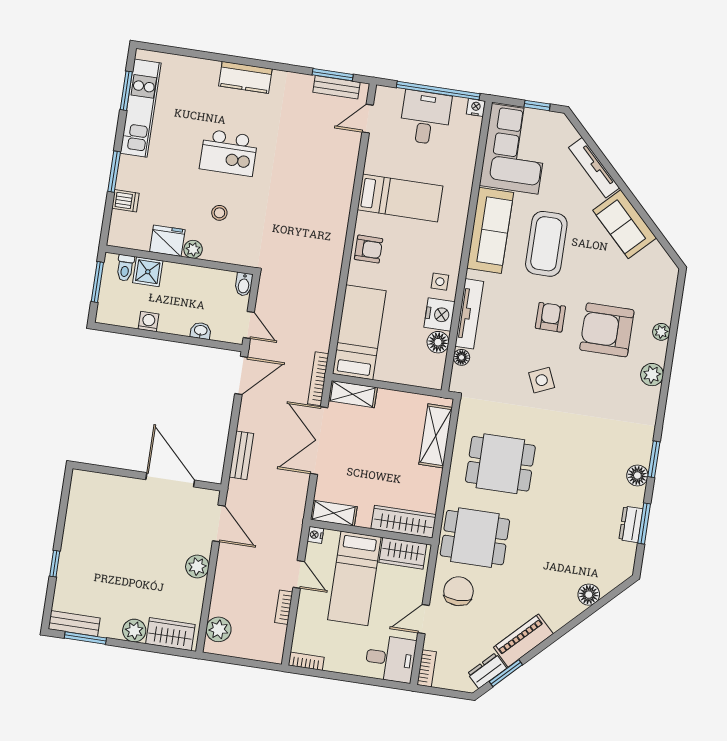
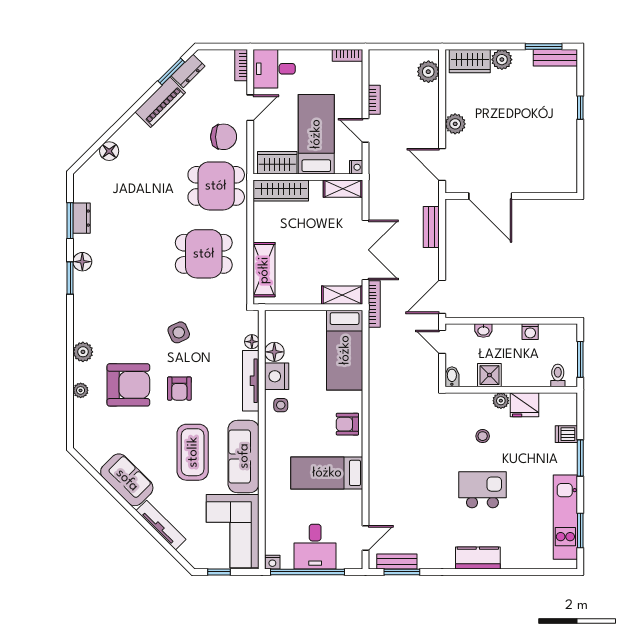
shower: (148, 272) -> (489, 375), moved
chair: (458, 591) -> (224, 137), turned -90

